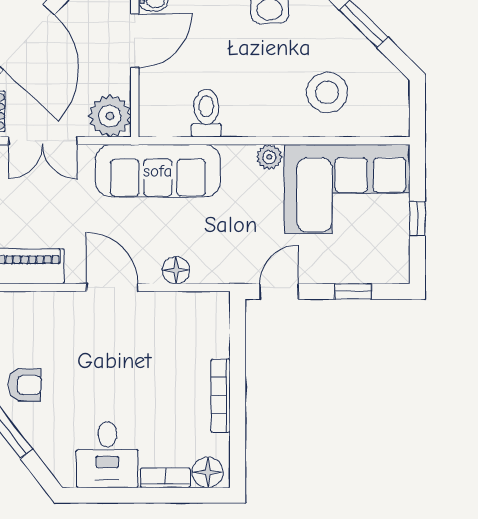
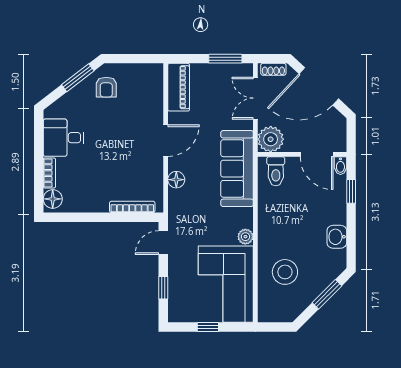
toilet: (206, 113) -> (276, 171), moved, turned 90
door: (279, 291) -> (163, 243), swing flipped
bookcase: (221, 396) -> (132, 207), moved

